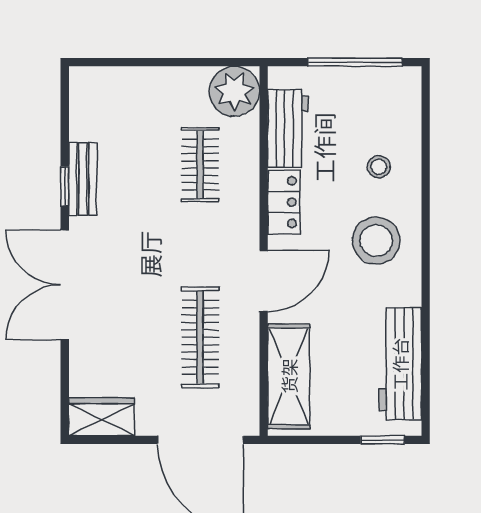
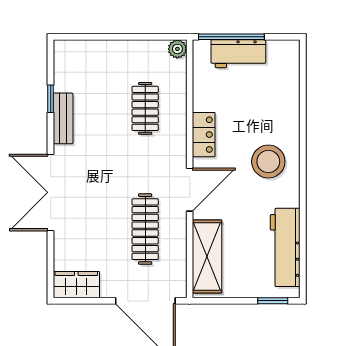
window: (355, 62) -> (231, 37), moved
plant: (235, 91) -> (177, 49), width x0.53, depth x0.53
workbench: (288, 128) -> (238, 54), moved, turned 90
stool: (379, 167) -> (270, 110), removed
window: (65, 186) -> (51, 99), moved

